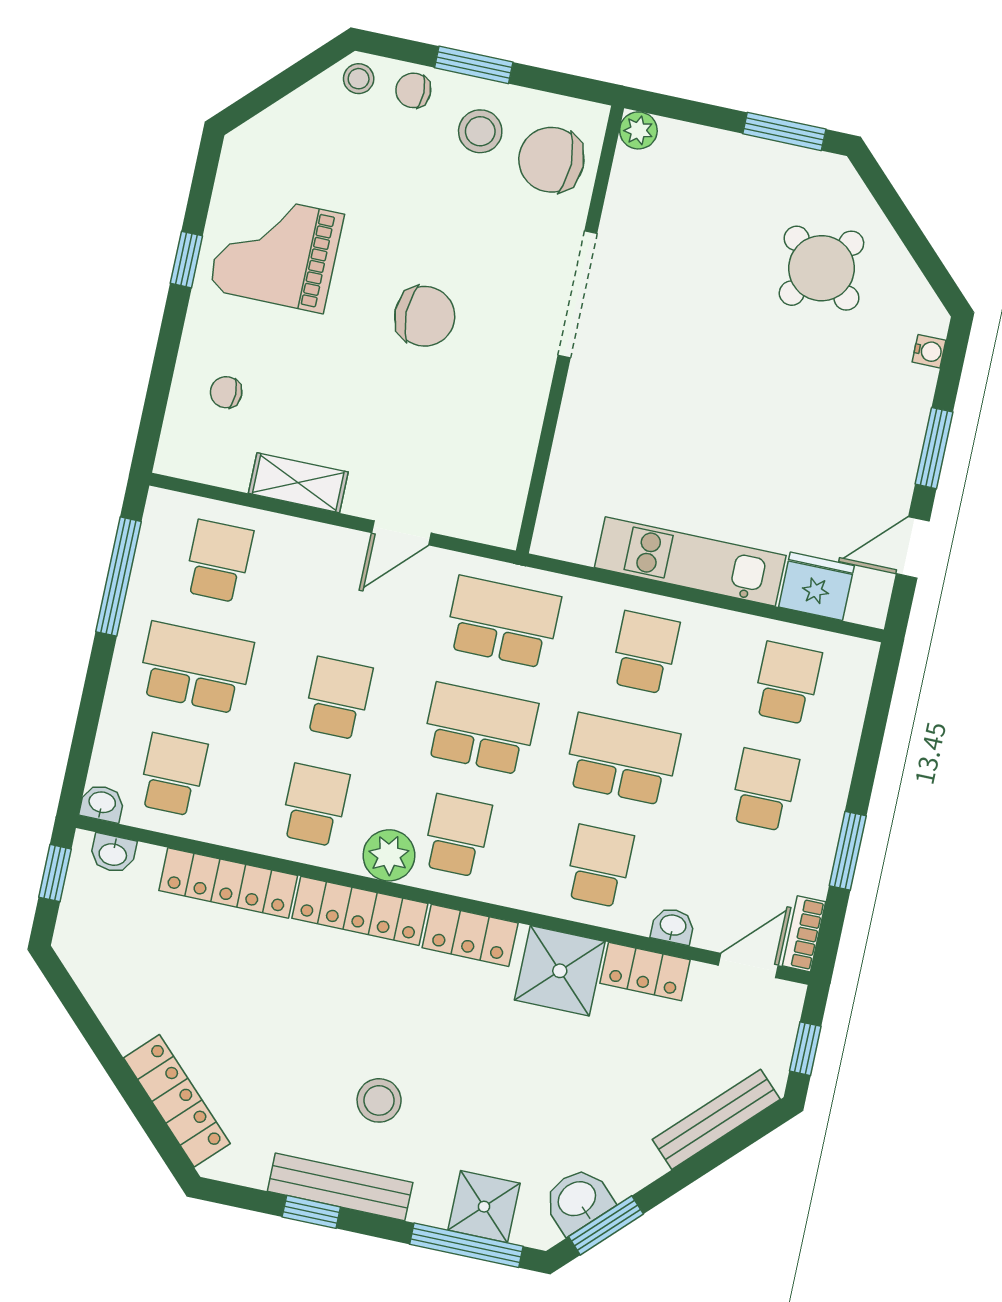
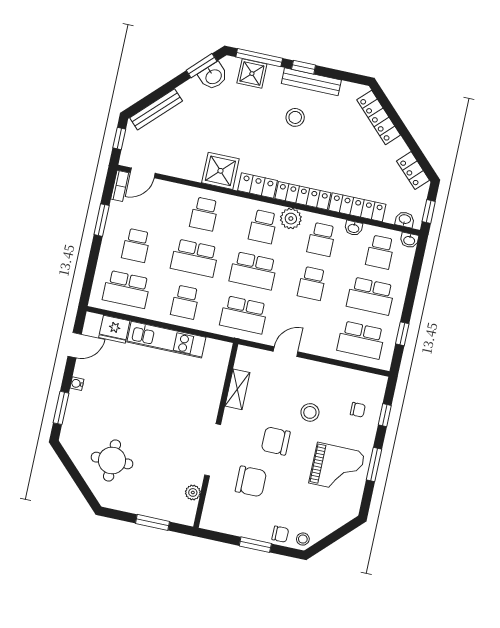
plant: (638, 130) -> (193, 492), moved
stool: (480, 131) -> (310, 412), moved
window: (784, 131) -> (152, 522), moved
chair: (551, 160) -> (251, 481), moved
window: (186, 260) -> (374, 465), width x1.50
round table: (821, 268) -> (112, 460), turned -38
water cooler: (929, 351) -> (77, 384), moved
window: (161, 379) -> (385, 415), added
window: (934, 448) -> (61, 408), moved
shelving: (298, 483) -> (237, 389), moved, turned 90
school desk: (218, 561) -> (361, 340), width x1.85
window: (118, 577) -> (402, 334), width x0.46
school desk: (787, 683) -> (127, 289), width x1.85
washbasin: (673, 926) -> (354, 228), moved
locker: (645, 972) -> (413, 171), moved, turned -135
window: (311, 1212) -> (304, 67), moved

